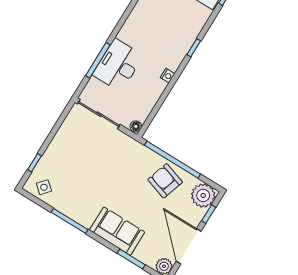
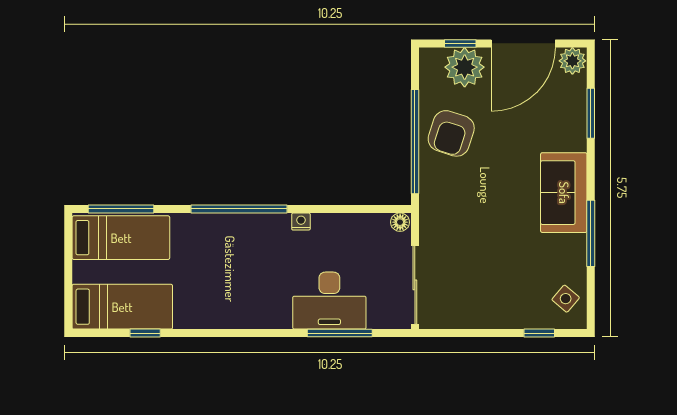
window: (194, 48) -> (239, 209), width x3.17
plant: (203, 195) -> (465, 67), moved
sofa: (117, 231) -> (564, 193), moved

